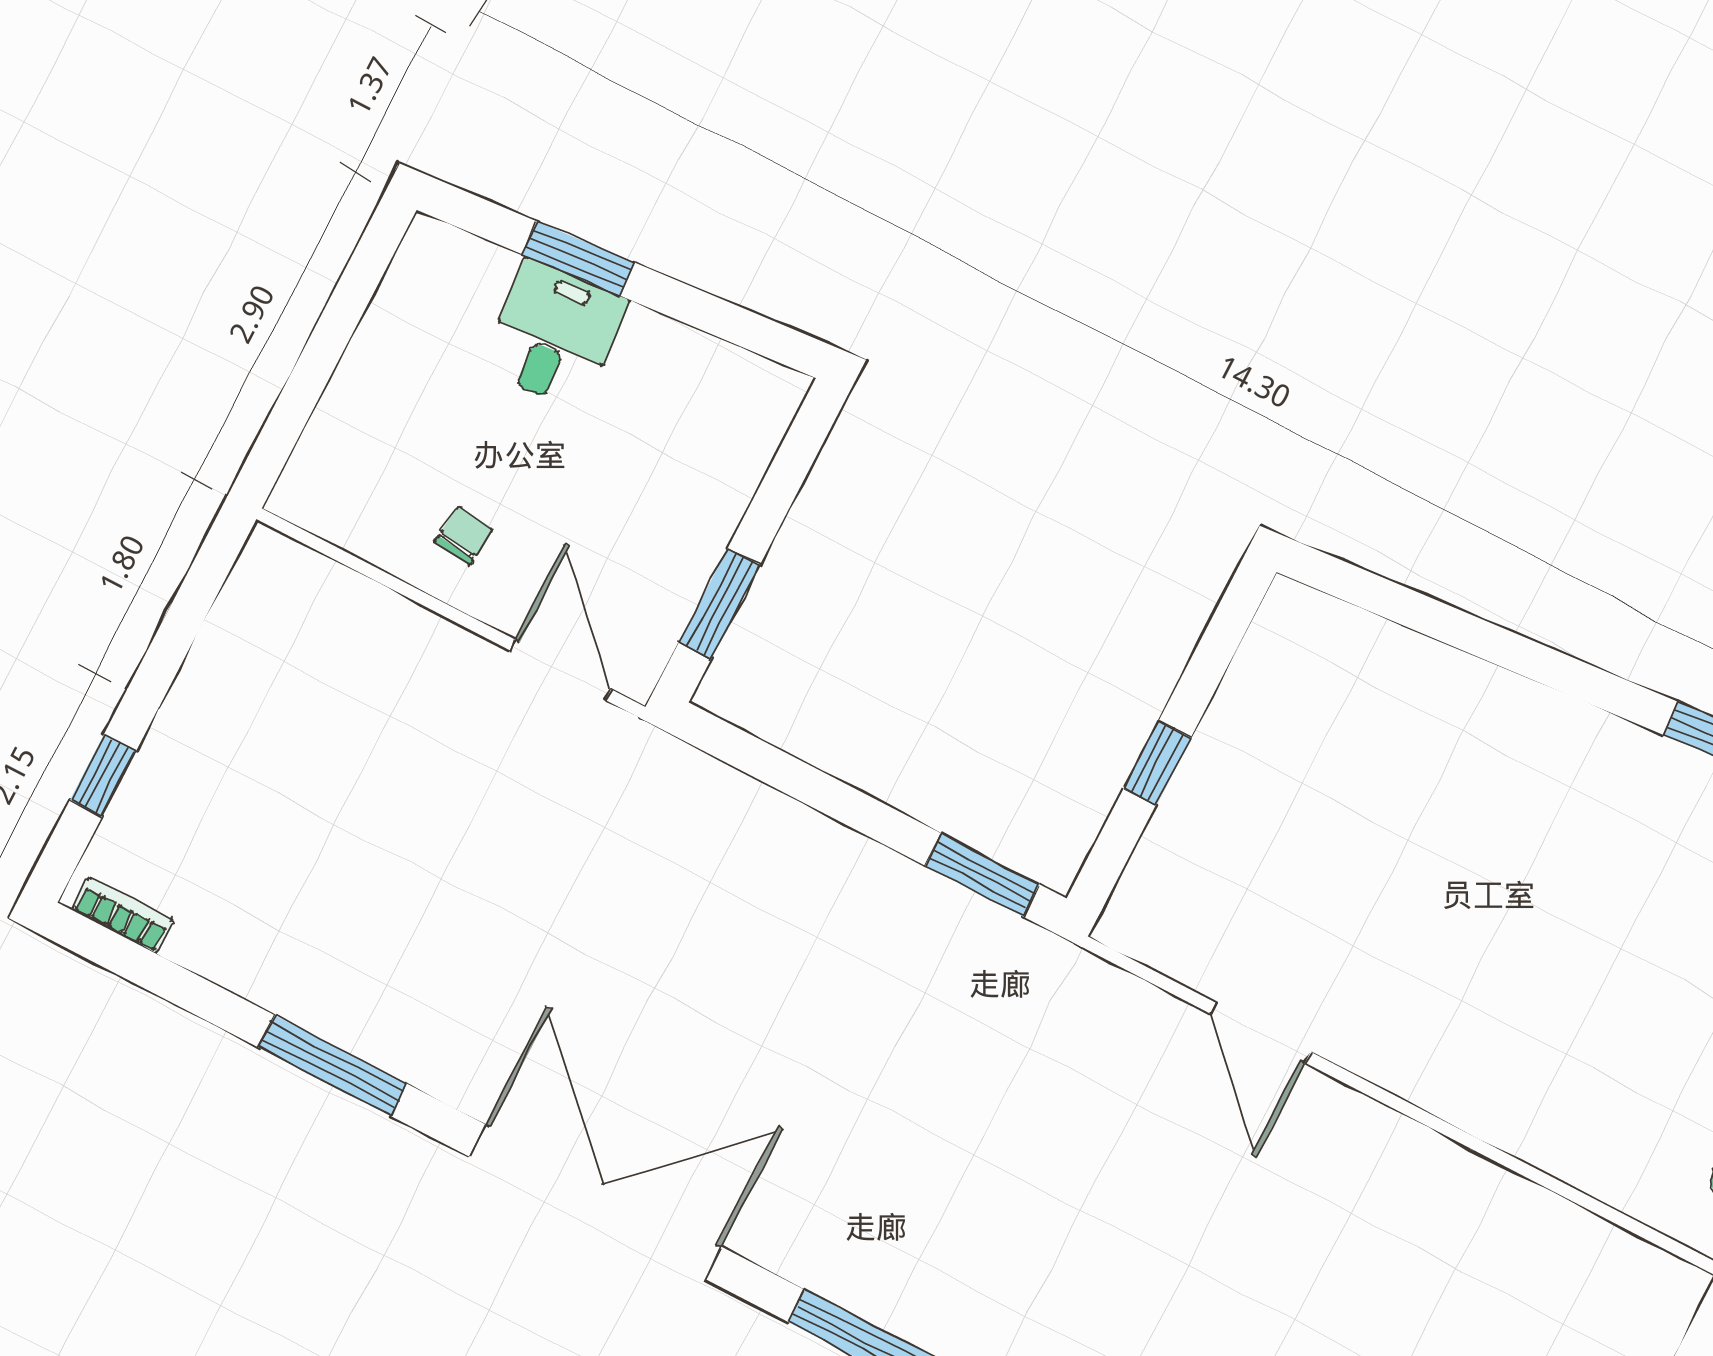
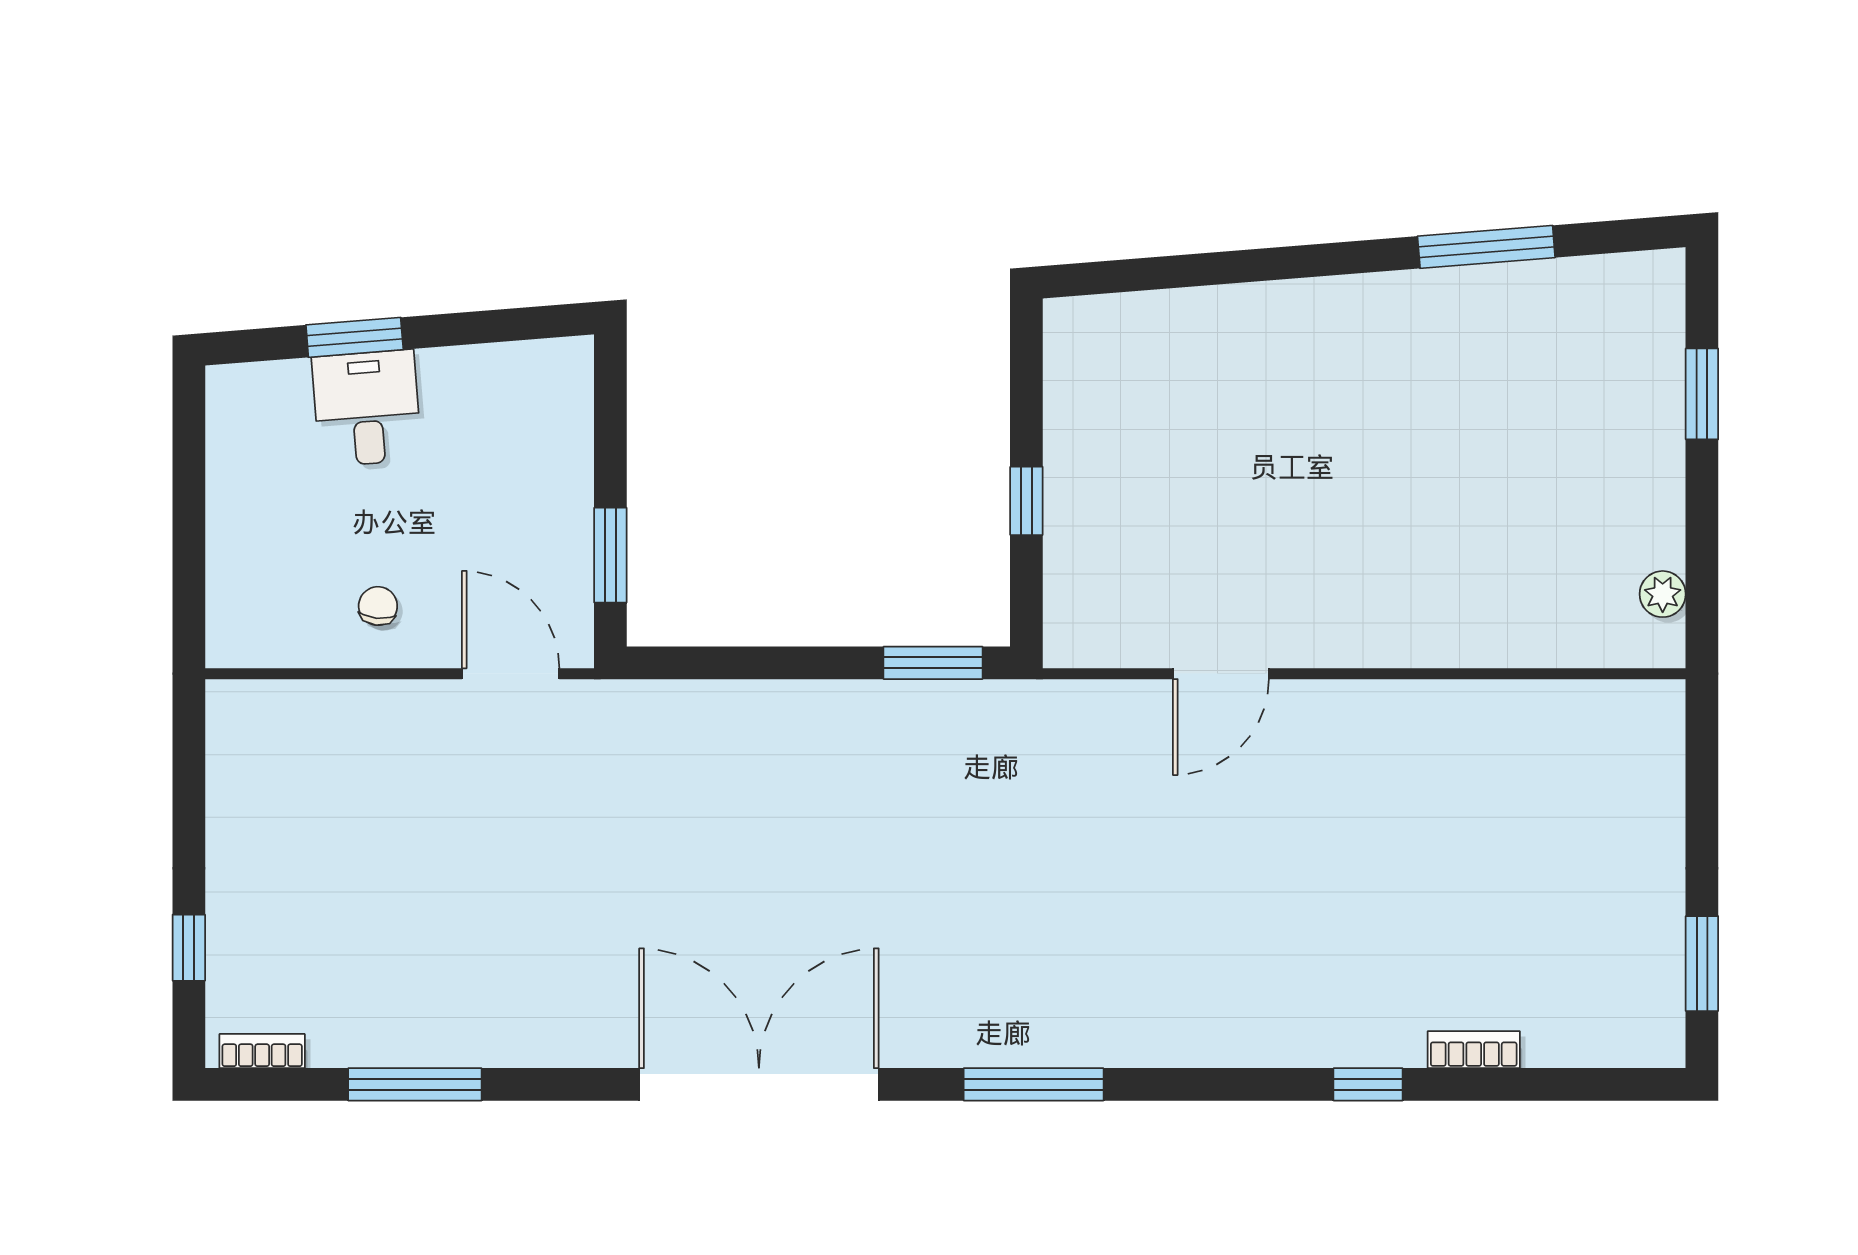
door: (1261, 1033) -> (1221, 674), hinge flipped
window: (333, 1065) -> (415, 1084), moved

